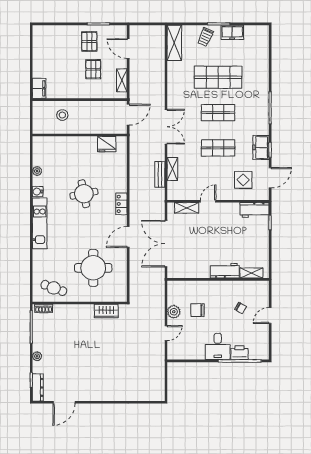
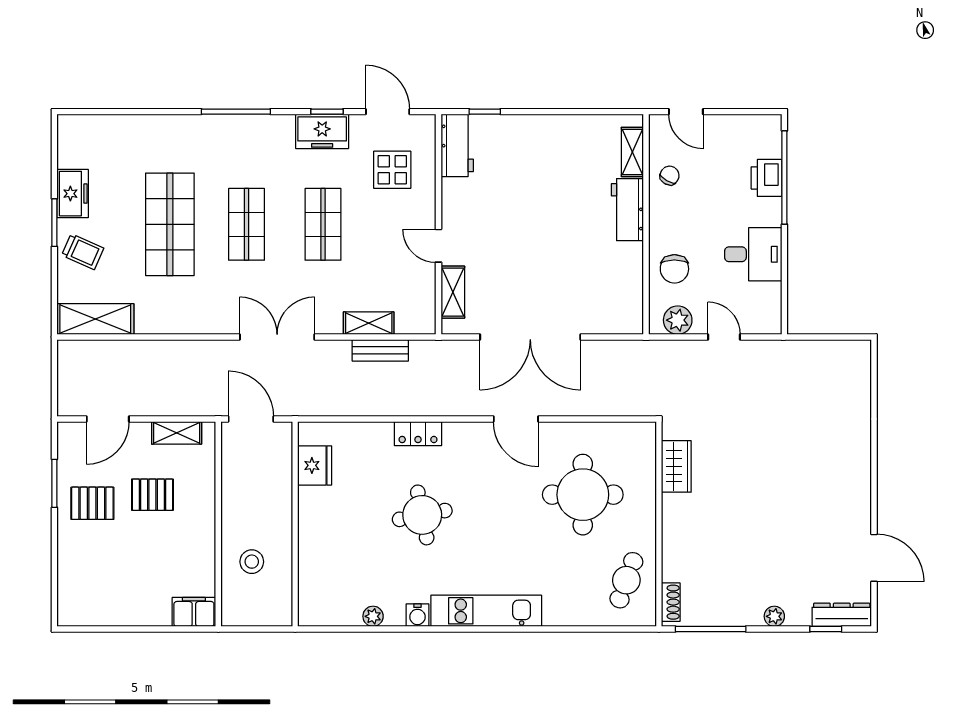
locker: (121, 204) -> (418, 434), moved
workbench: (225, 271) -> (627, 210), moved
shelving: (251, 273) -> (632, 152), moved
wall: (218, 279) -> (646, 224), moved
desk: (218, 347) -> (753, 254), moved

